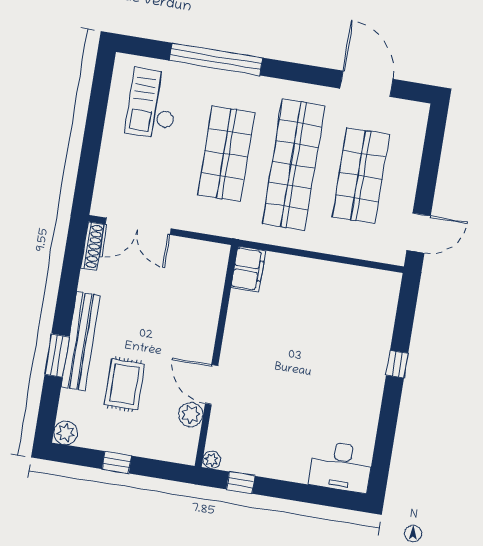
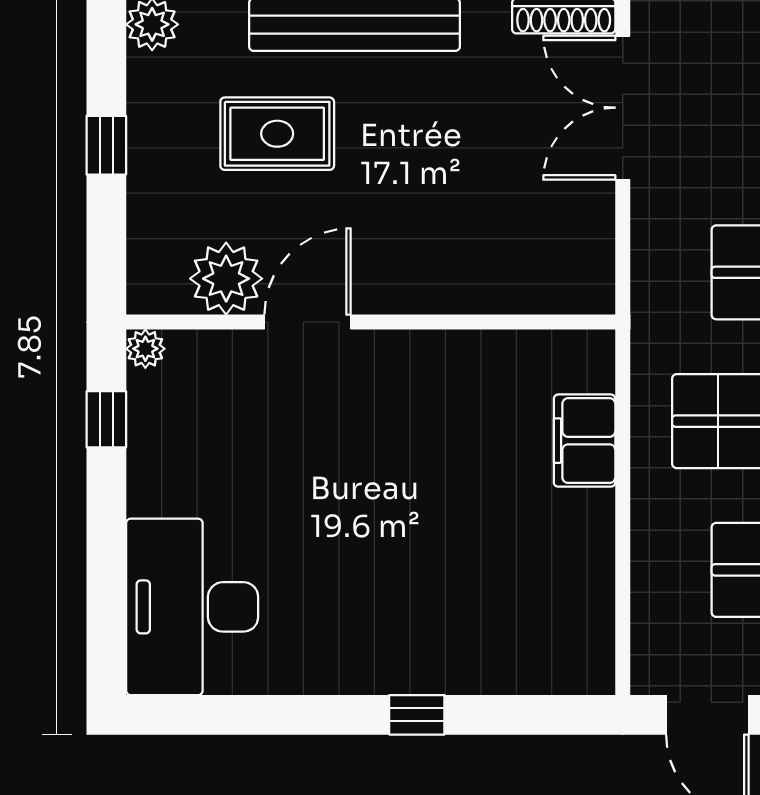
filing cabinet: (248, 269) -> (585, 441), moved, turned 90
plant: (191, 414) -> (226, 279), width x1.36, depth x1.36
desk: (341, 466) -> (192, 607), width x1.36, depth x1.30

